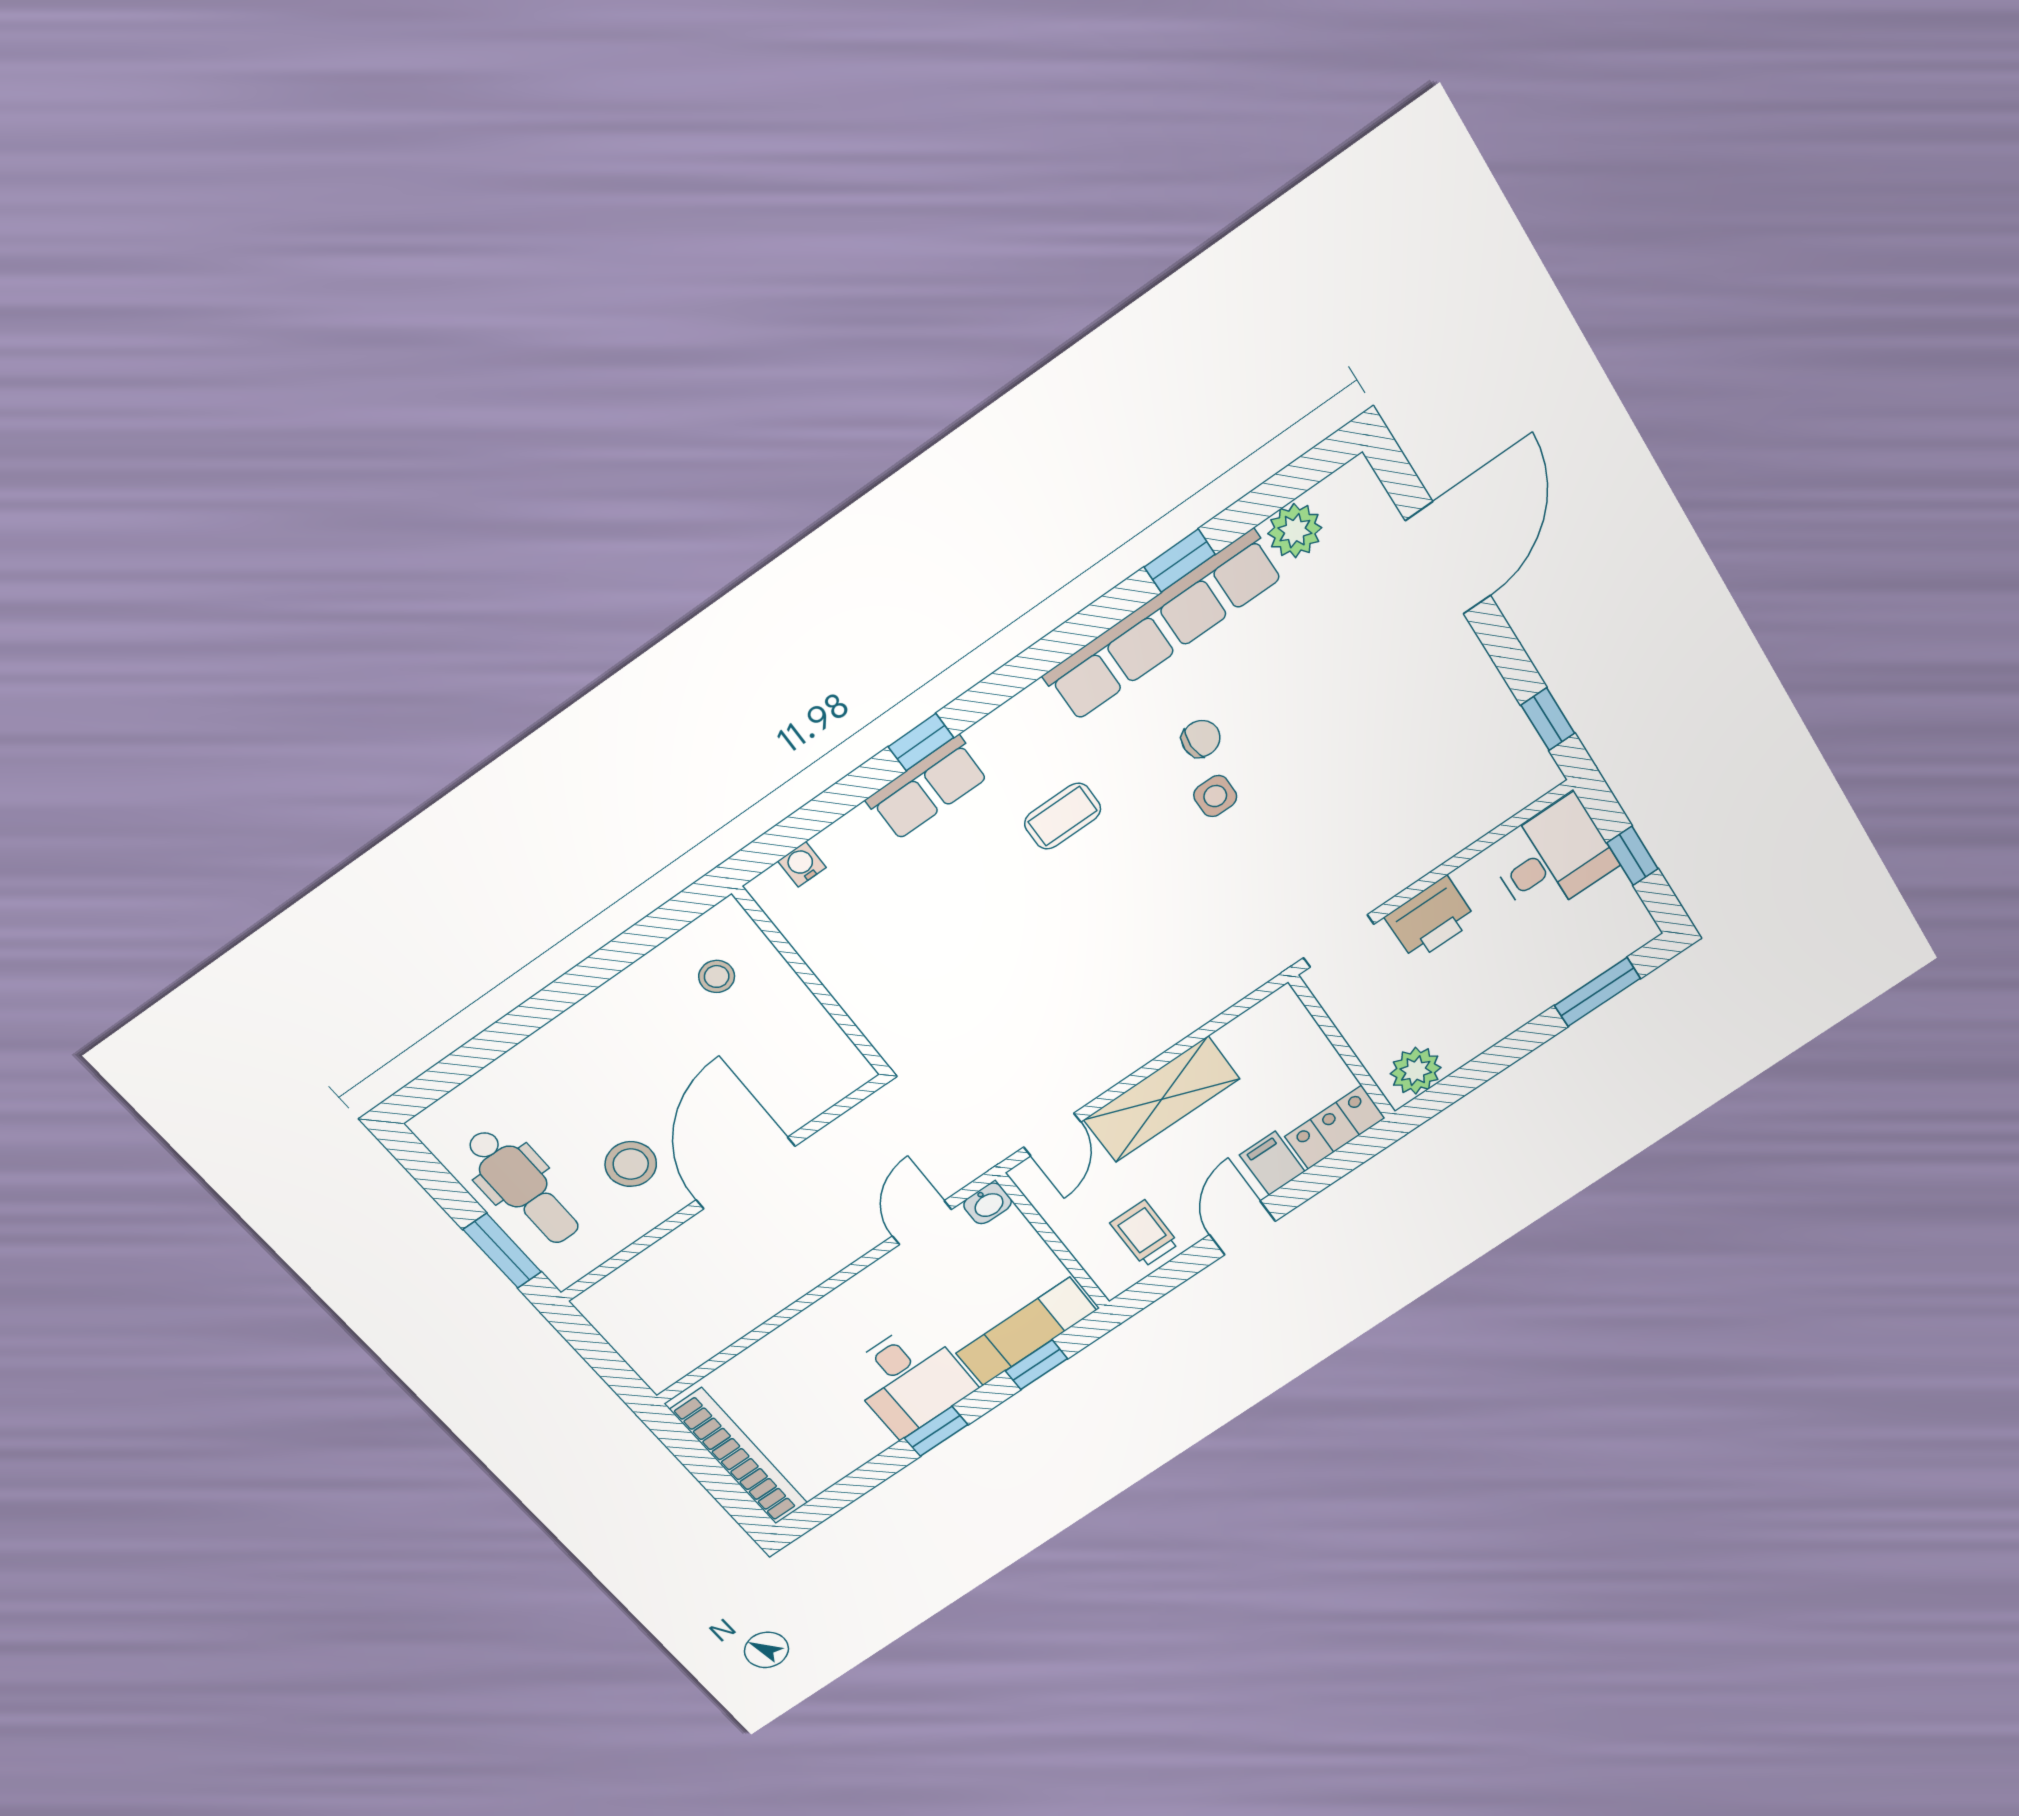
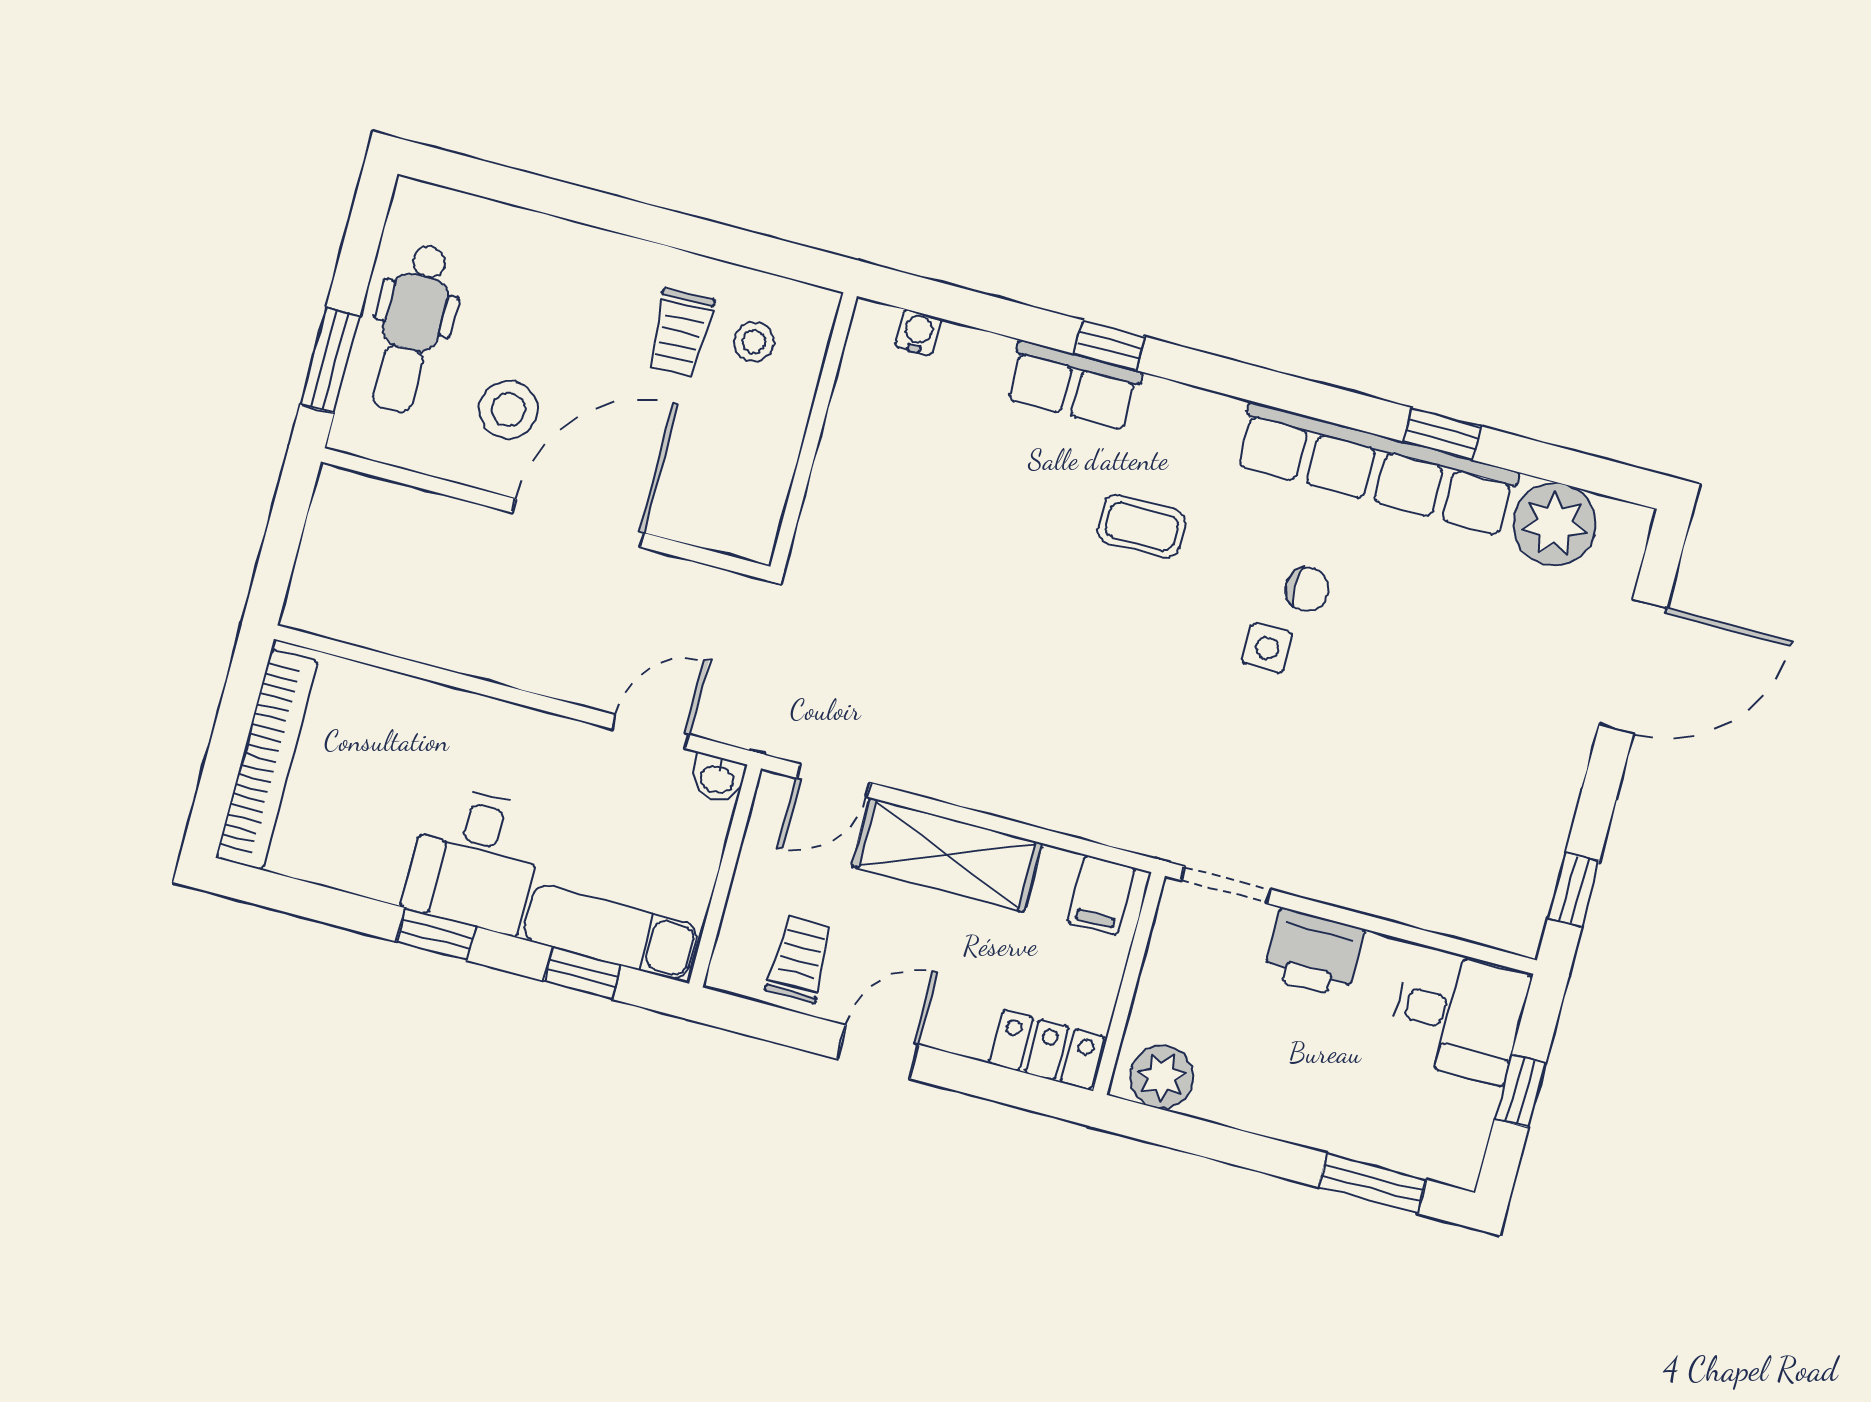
plant: (1295, 531) -> (1554, 524), width x1.36, depth x1.36
trolley: (670, 1020) -> (680, 333), added
filing cabinet: (1272, 1163) -> (1101, 895), moved, turned 180

